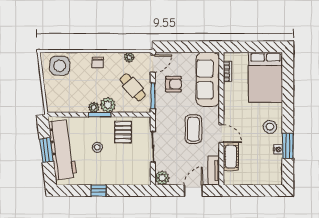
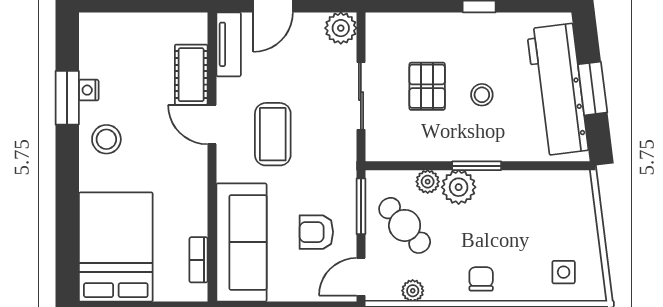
side table: (60, 66) -> (564, 272), width x0.54, depth x0.54
plant: (94, 107) -> (428, 182), moved
pallet: (123, 132) -> (427, 86), moved

